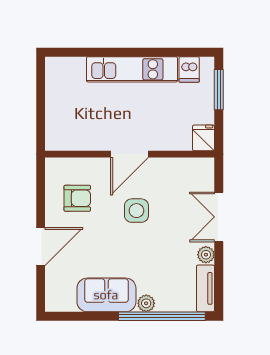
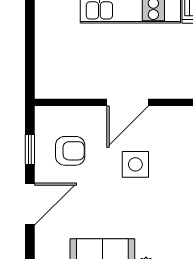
window: (41, 197) -> (30, 150), added

